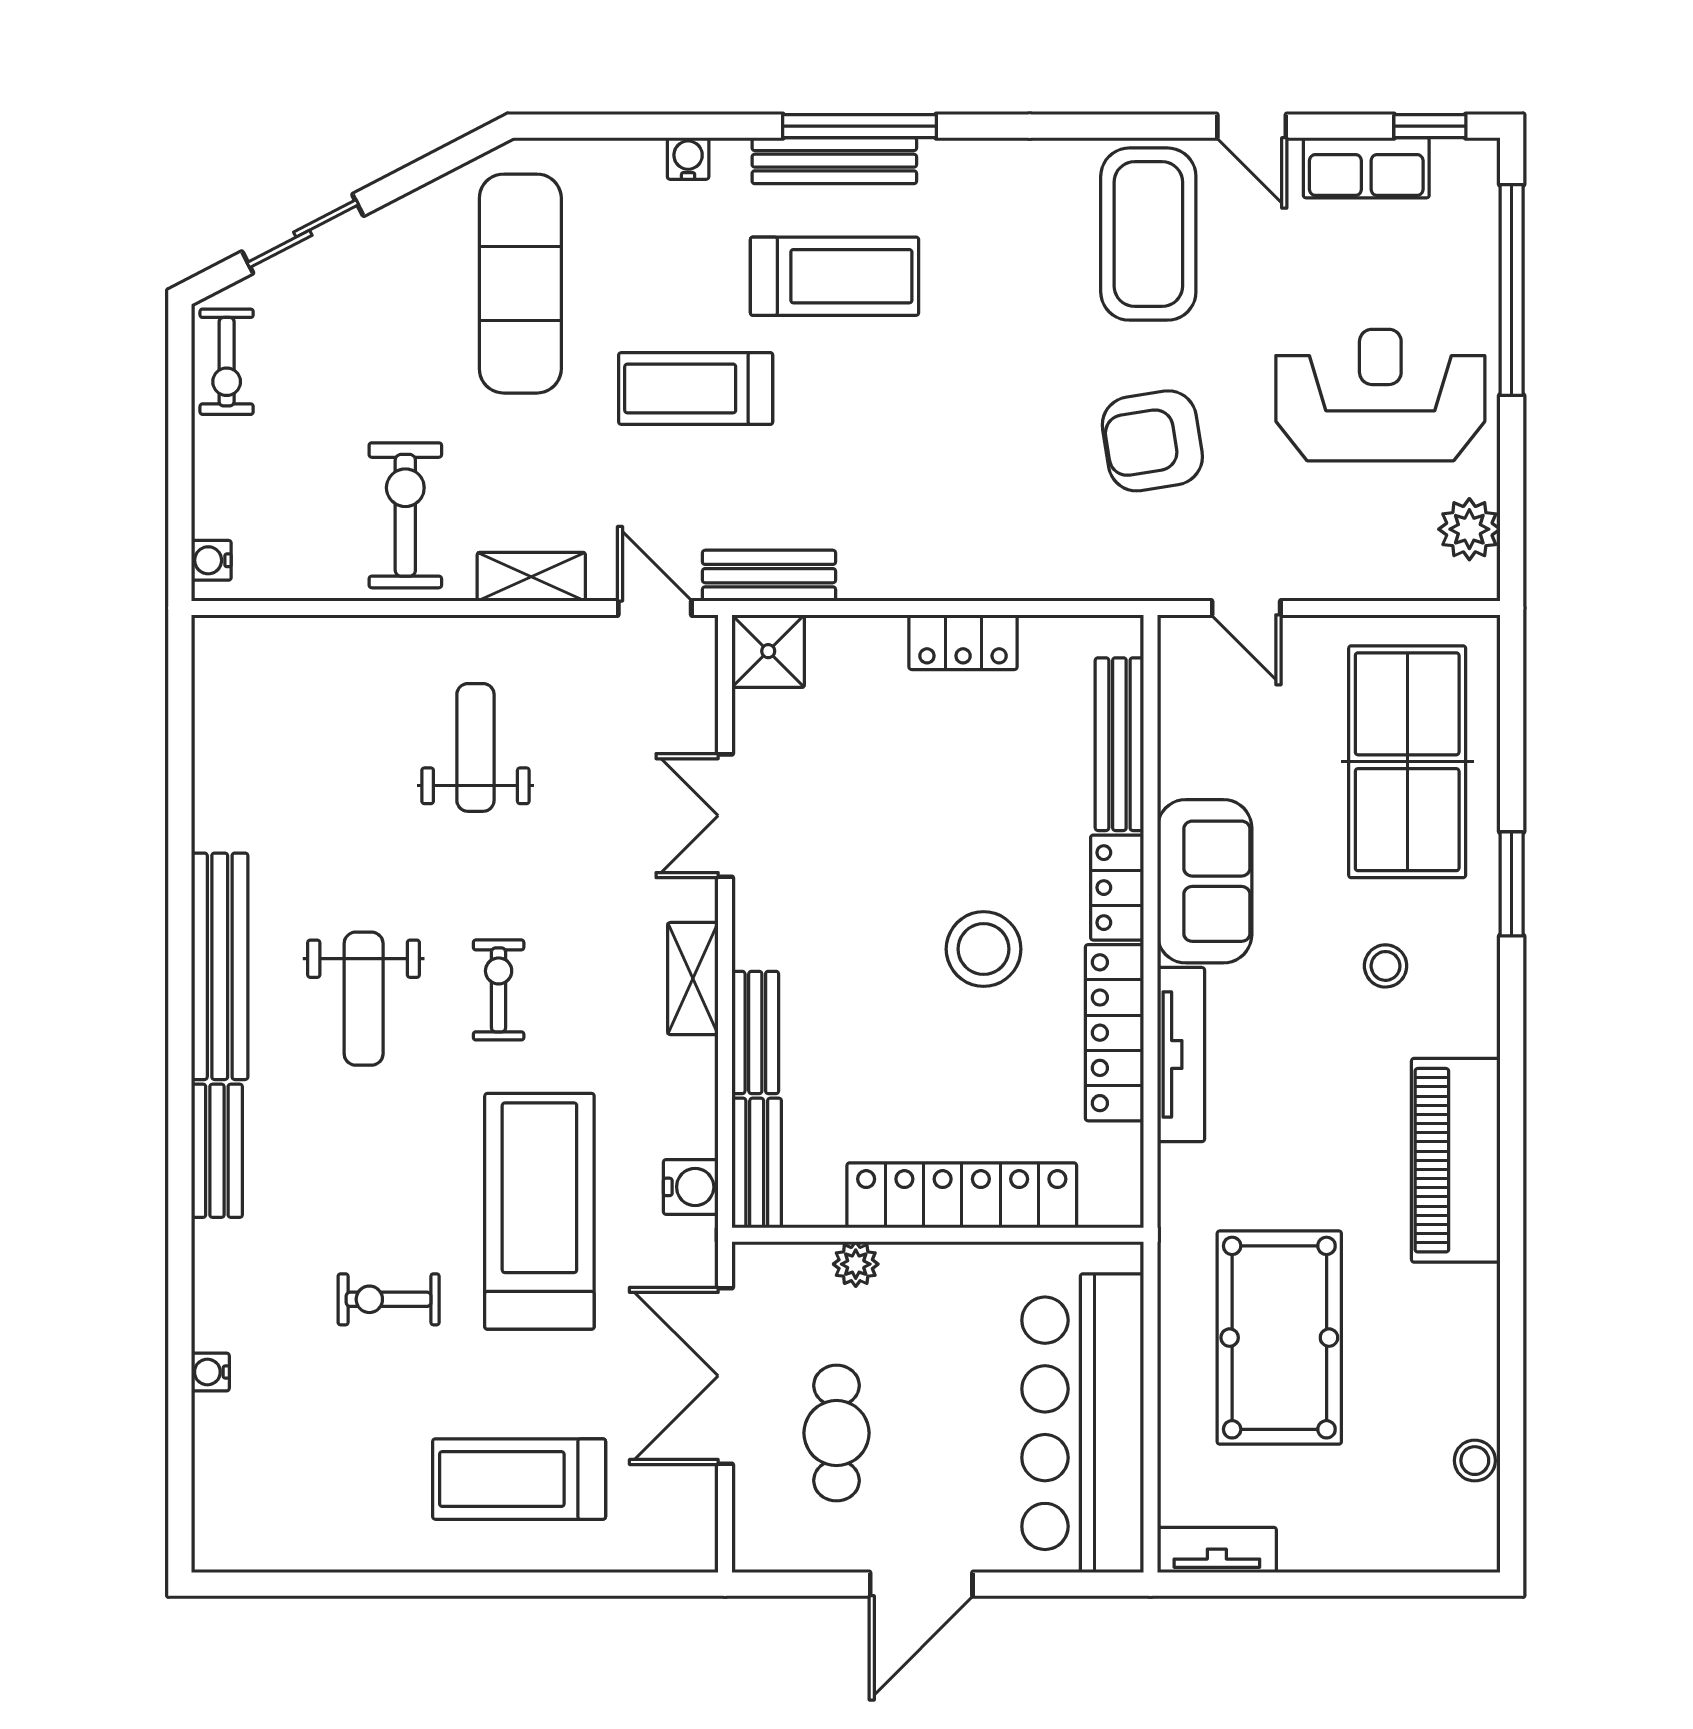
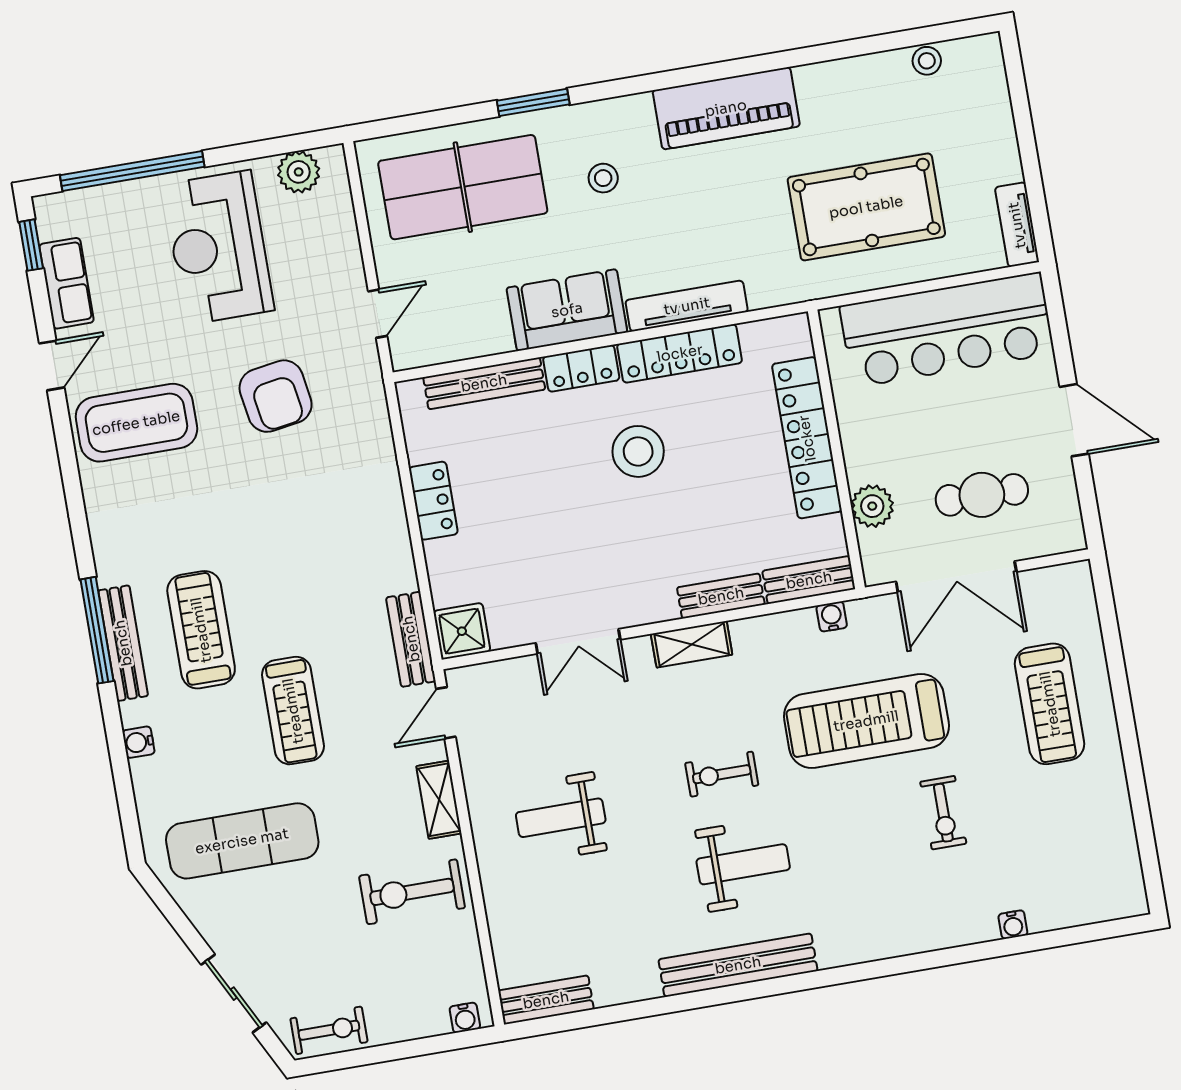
bench: (217, 1151) -> (546, 1000), moved
water cooler: (691, 1187) -> (832, 617), width x0.72, depth x0.72
plant: (856, 1264) -> (872, 506), width x1.38, depth x1.38

